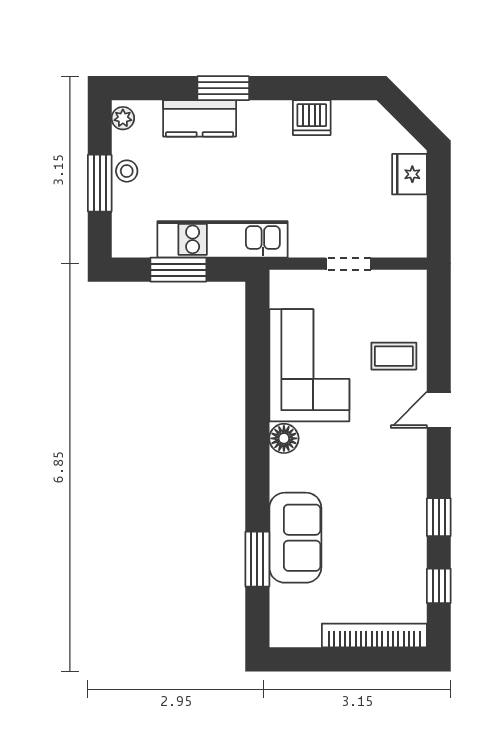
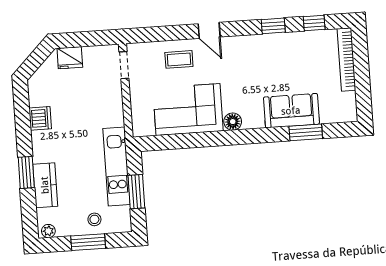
stool: (127, 171) -> (94, 219), moved
doorway: (348, 264) -> (124, 65), moved
coffee table: (394, 356) -> (179, 59), turned 90

